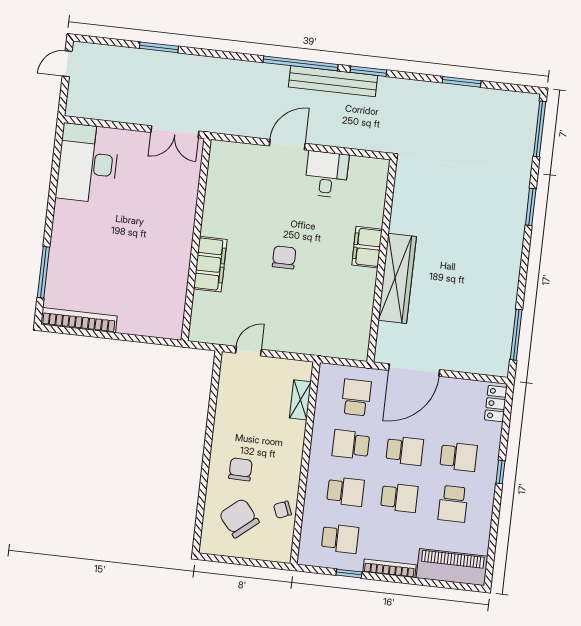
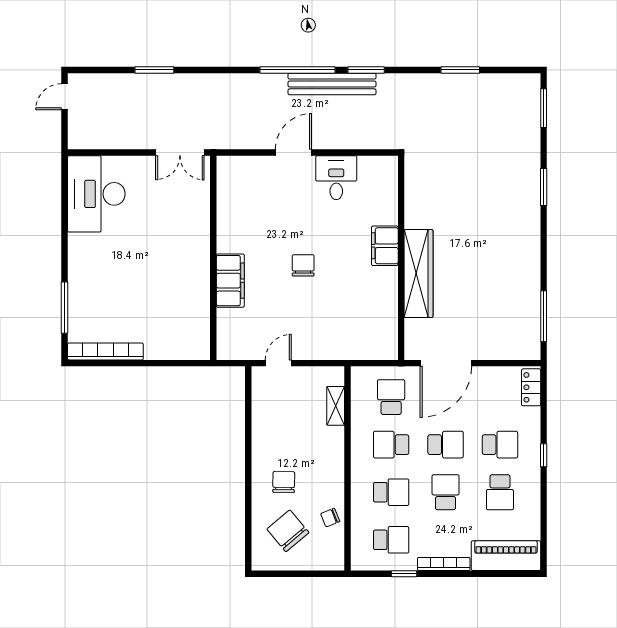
window: (540, 129) -> (544, 108), width x0.69
school desk: (399, 498) -> (446, 492), turned -90

